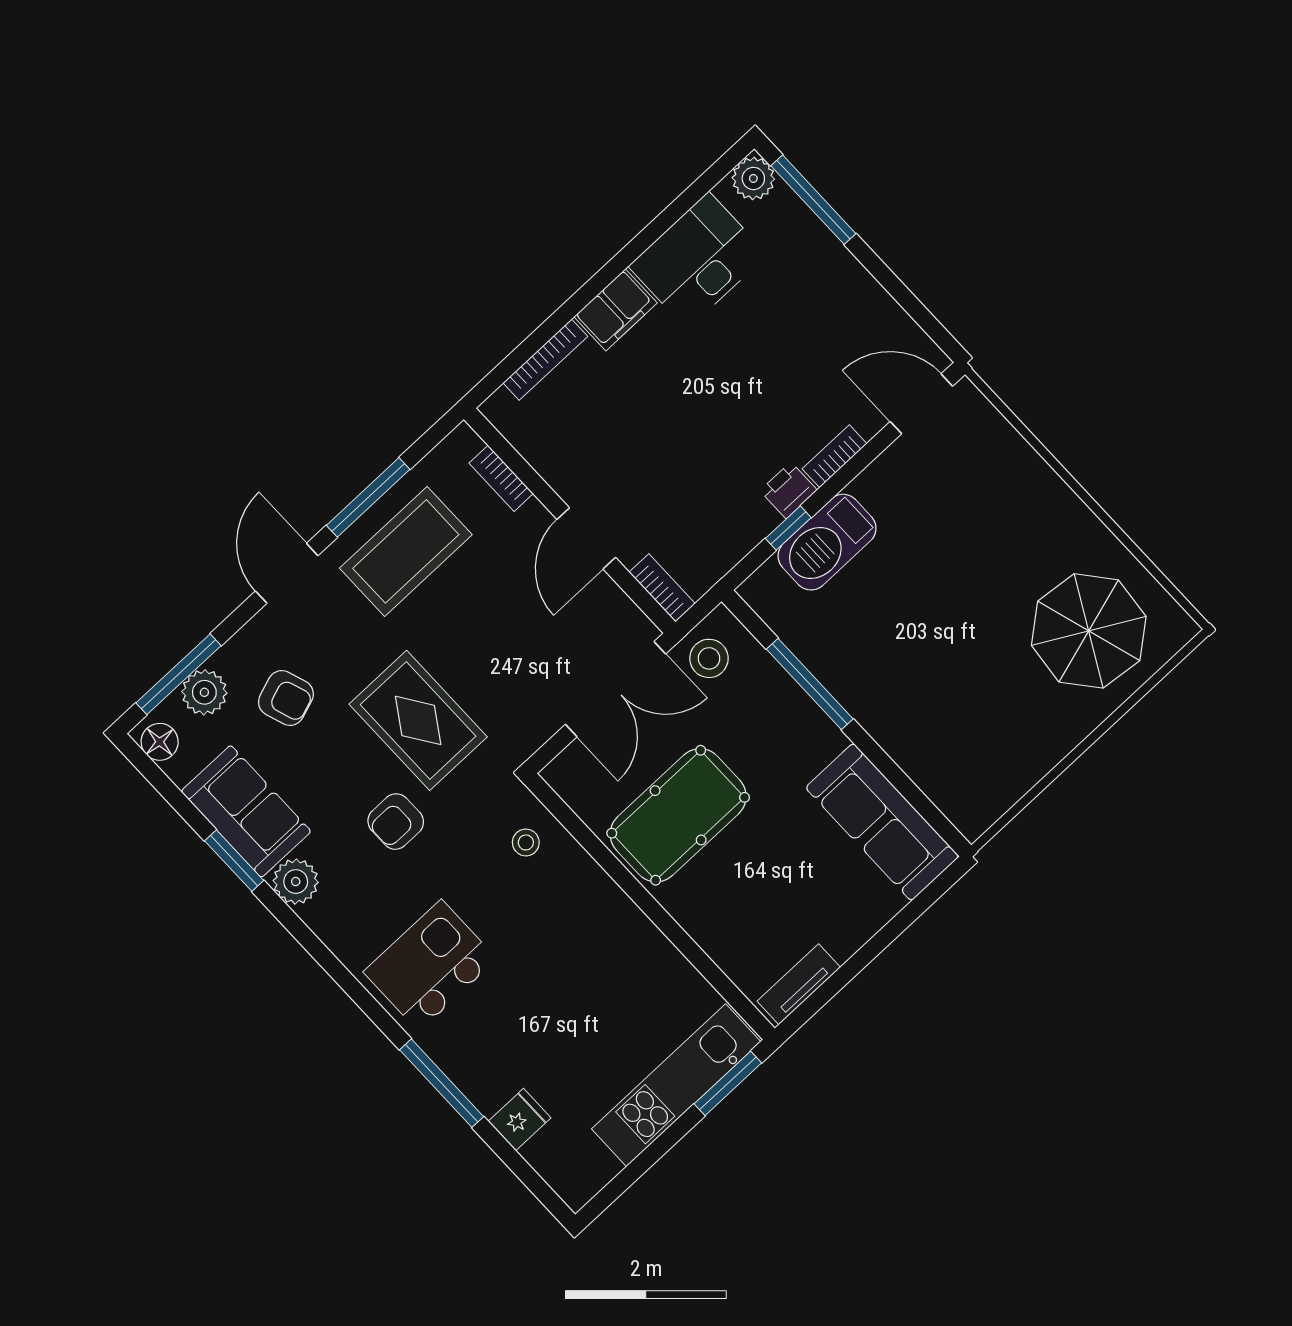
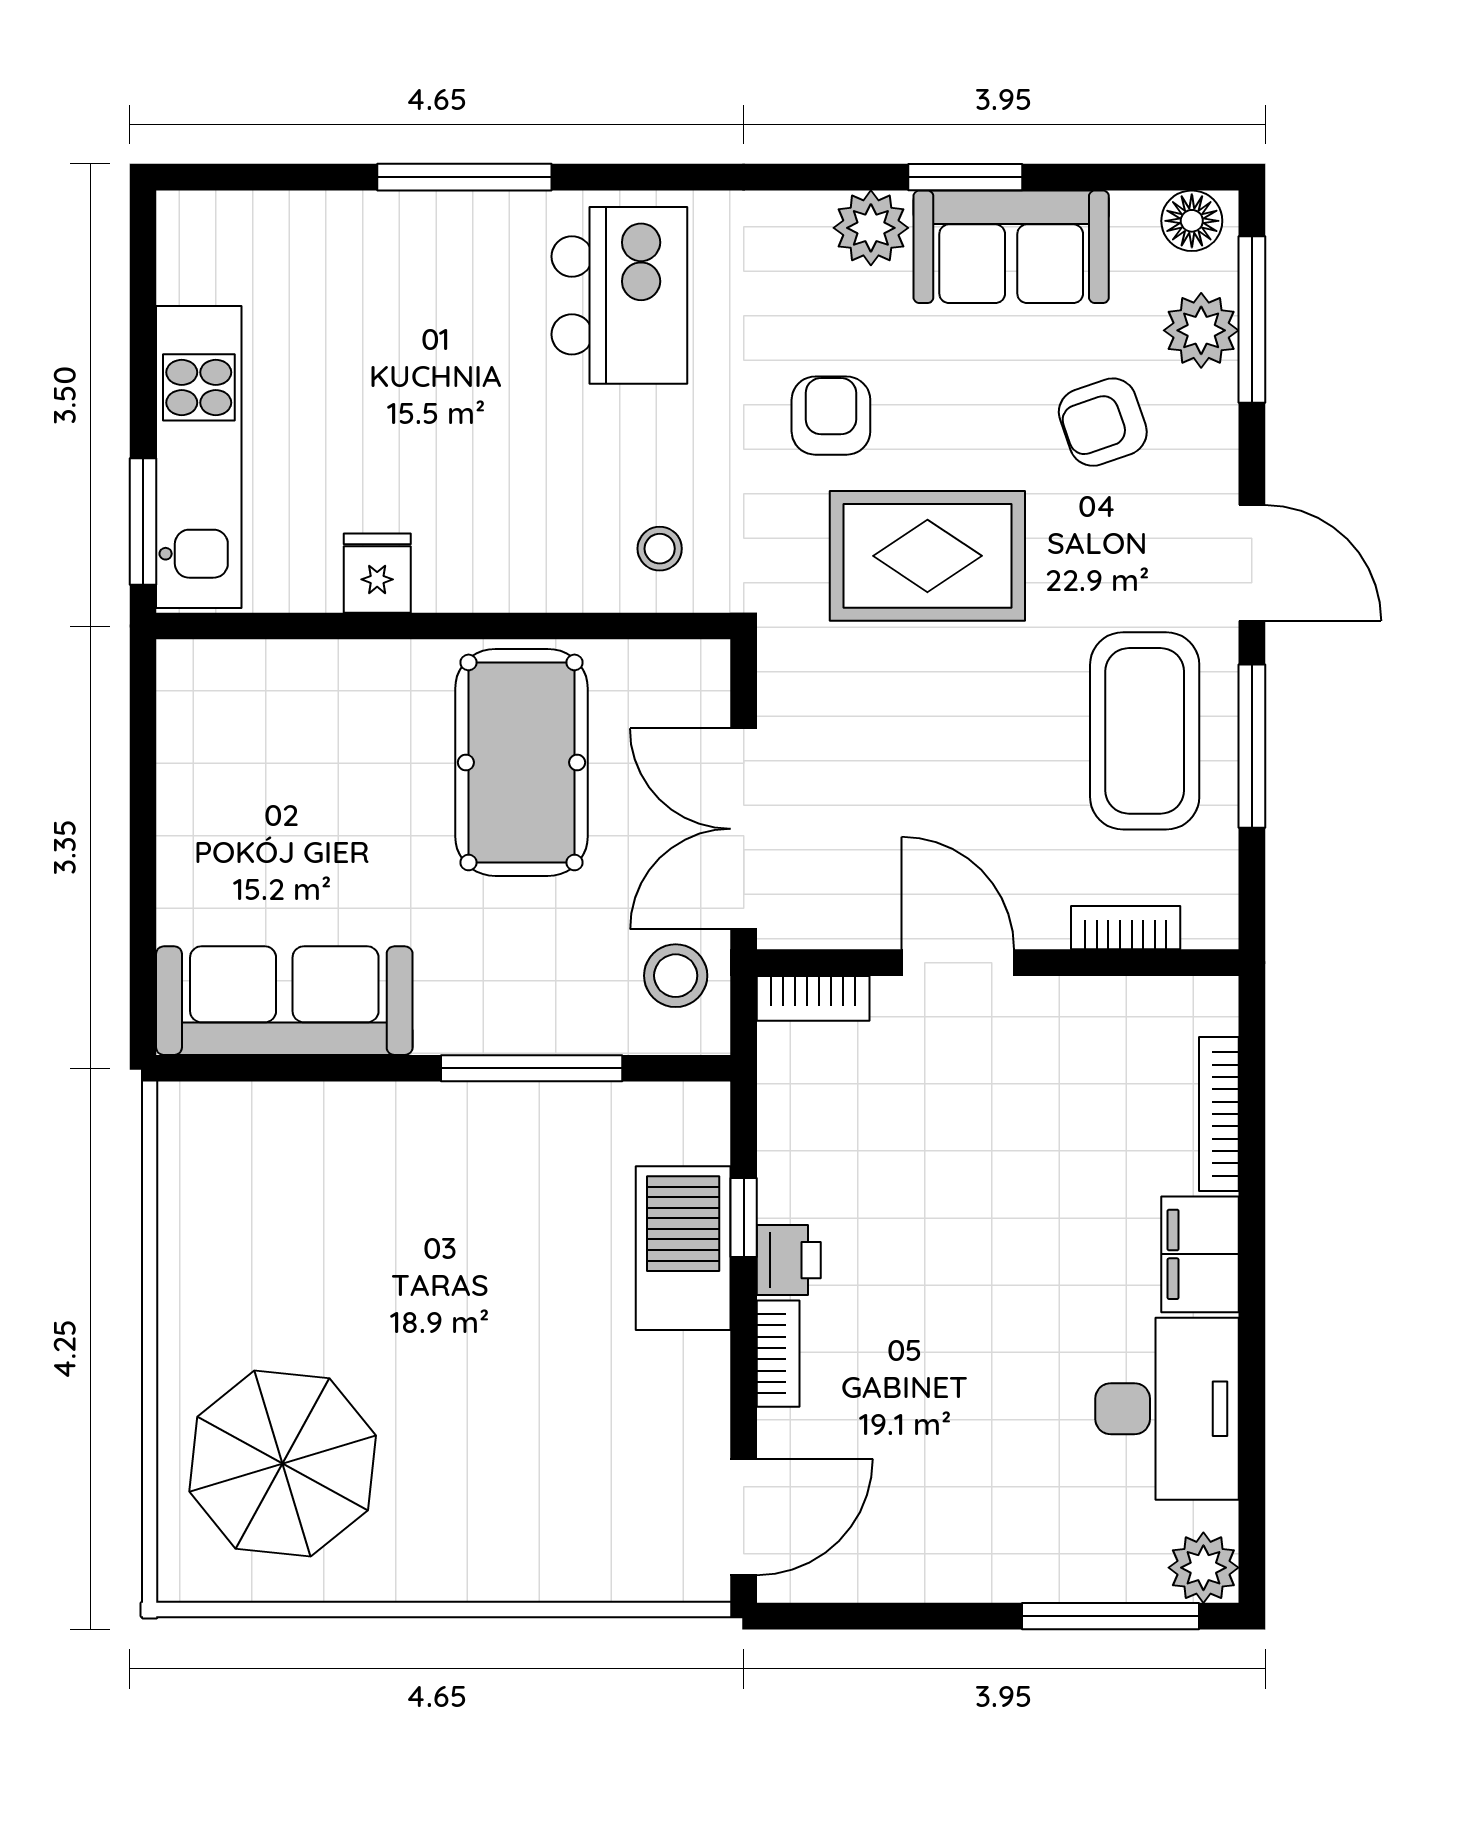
tv unit: (799, 984) -> (183, 718), removed
fridge: (520, 1120) -> (377, 573), moved, turned 180

